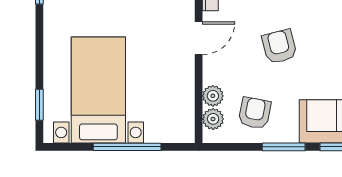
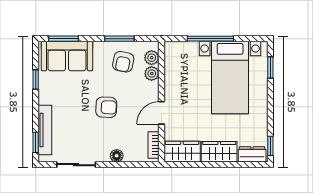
armchair: (279, 47) -> (106, 107), turned -73
window: (284, 147) -> (119, 39), moved

